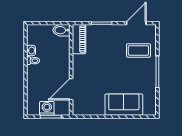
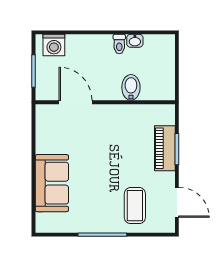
bidet: (61, 30) -> (131, 87), moved
piano: (79, 39) -> (165, 148), moved, turned 90
washing machine: (47, 108) -> (54, 45), moved, turned 90

